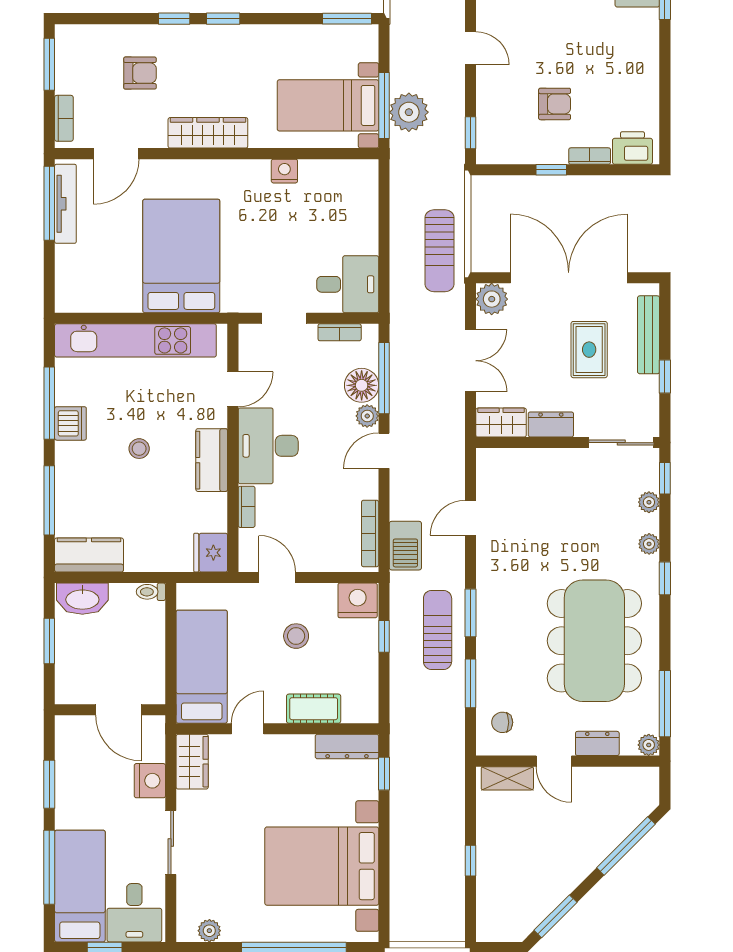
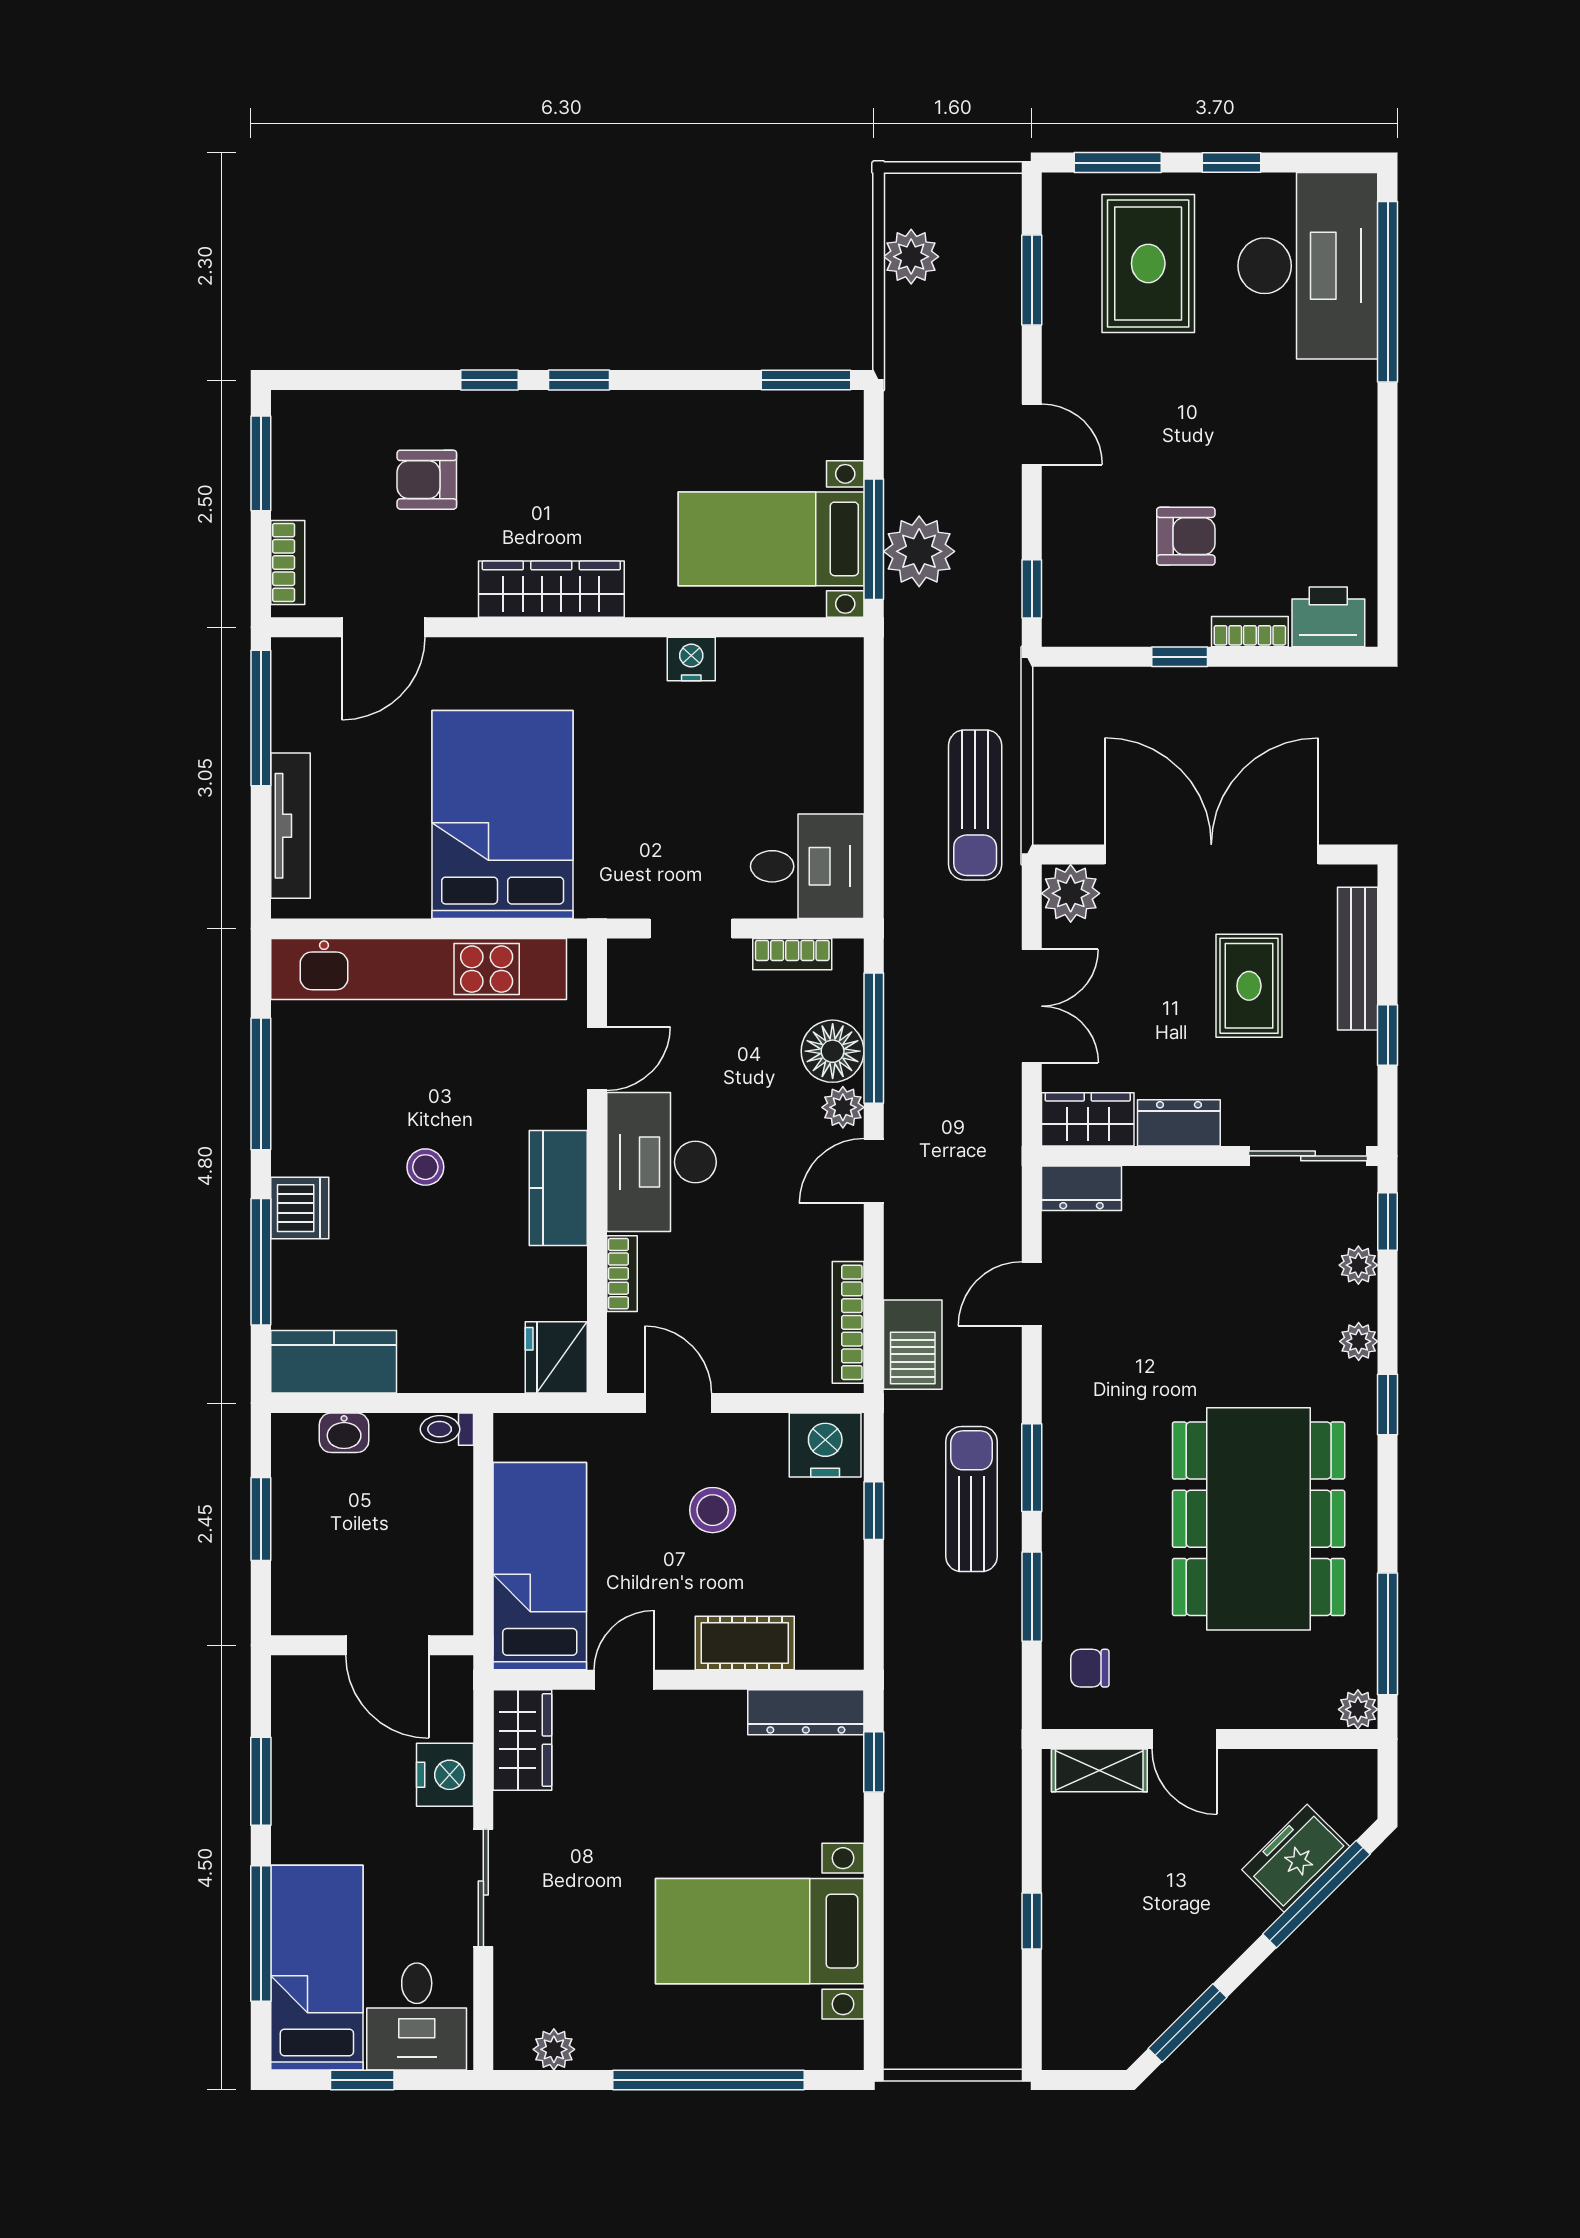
armchair: (140, 73) -> (427, 480), turned 180
tv unit: (65, 204) -> (290, 826), moved
dishwasher: (70, 423) -> (300, 1208), moved
washbasin: (82, 599) -> (344, 1433), width x0.52, depth x0.69
dresser: (597, 743) -> (1082, 1188), moved, turned 180
freezer: (615, 826) -> (1296, 1858), added
bed with nightstands: (322, 866) -> (760, 1931), width x0.73

